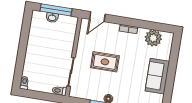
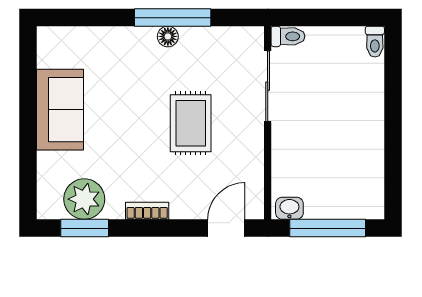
washbasin: (52, 18) -> (289, 208), moved
window: (155, 26) -> (85, 228), added
rug: (105, 62) -> (191, 123), turned 90

